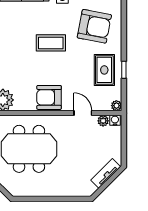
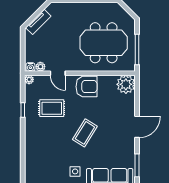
armchair: (94, 26) -> (48, 147), removed
coffee table: (51, 43) -> (85, 133), turned -58
rug: (104, 70) -> (52, 108), moved, turned 90

